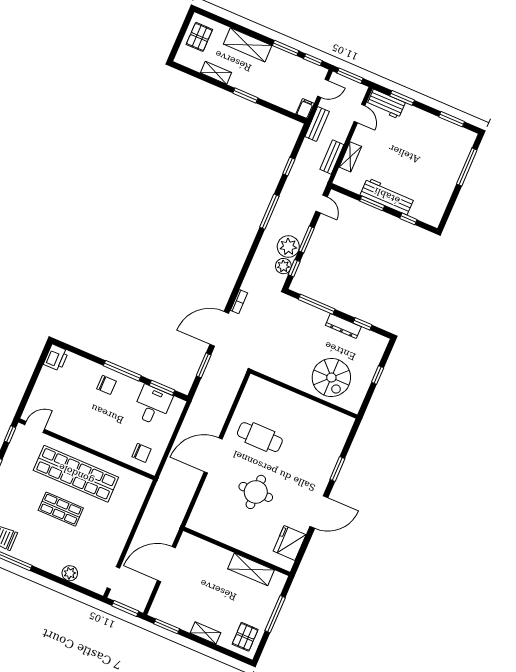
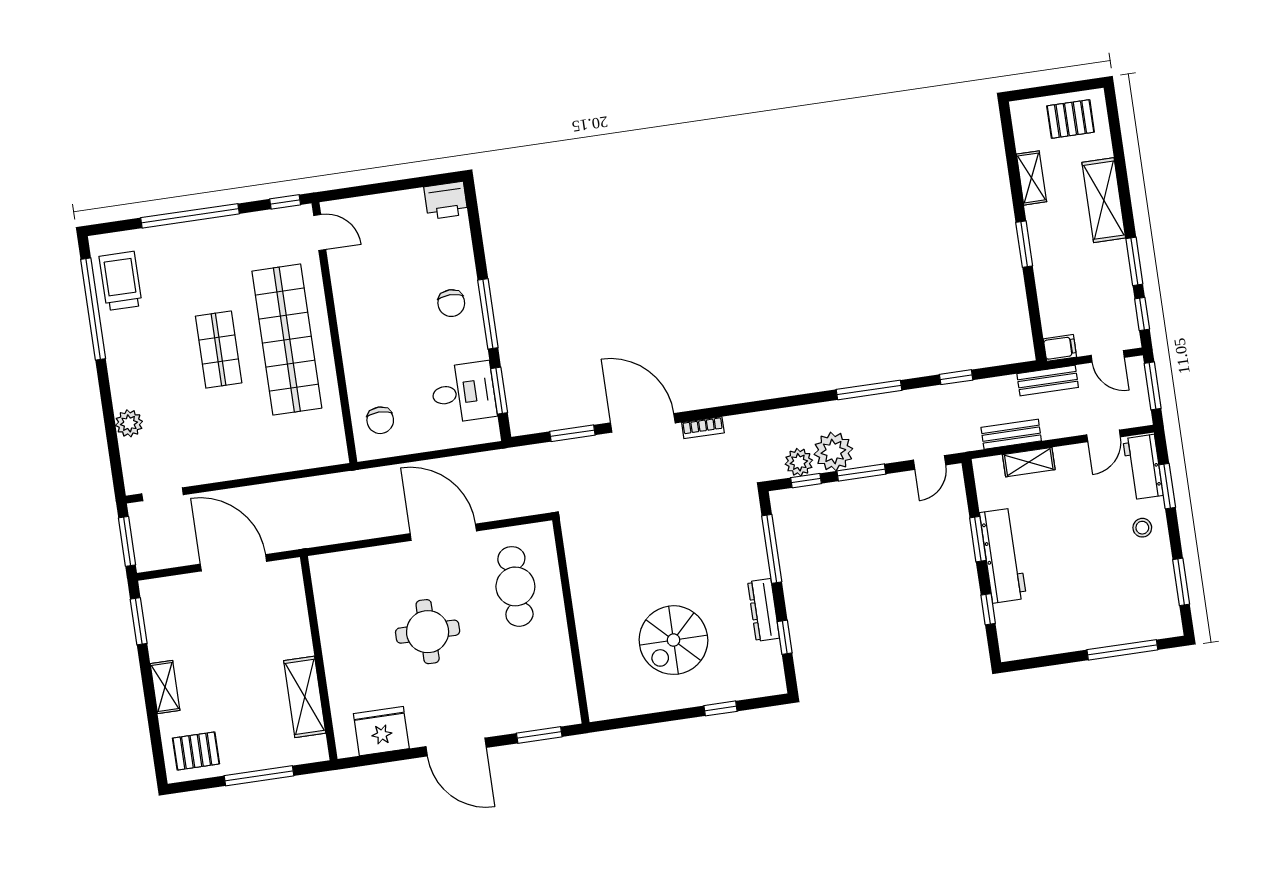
stool: (415, 122) -> (1142, 528), added
wall: (304, 394) -> (571, 621), moved

